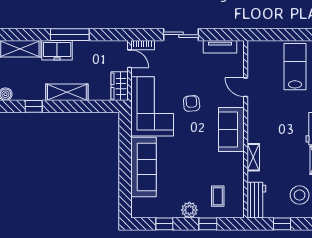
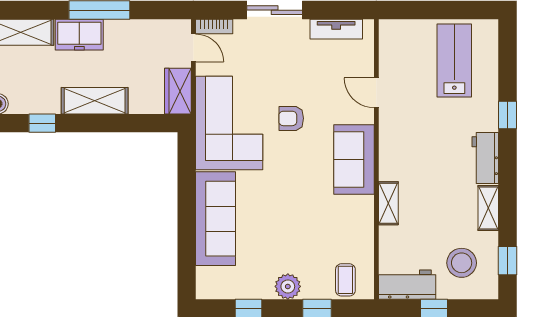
armchair: (192, 103) -> (291, 118), turned -85
coffee table: (218, 196) -> (345, 280), moved
workbench: (256, 200) -> (407, 285), moved, turned -90

